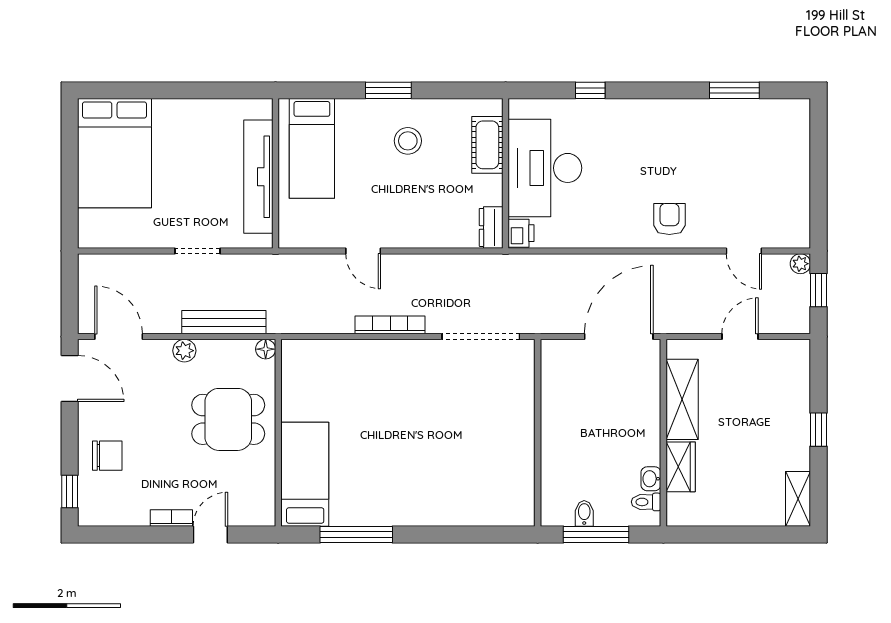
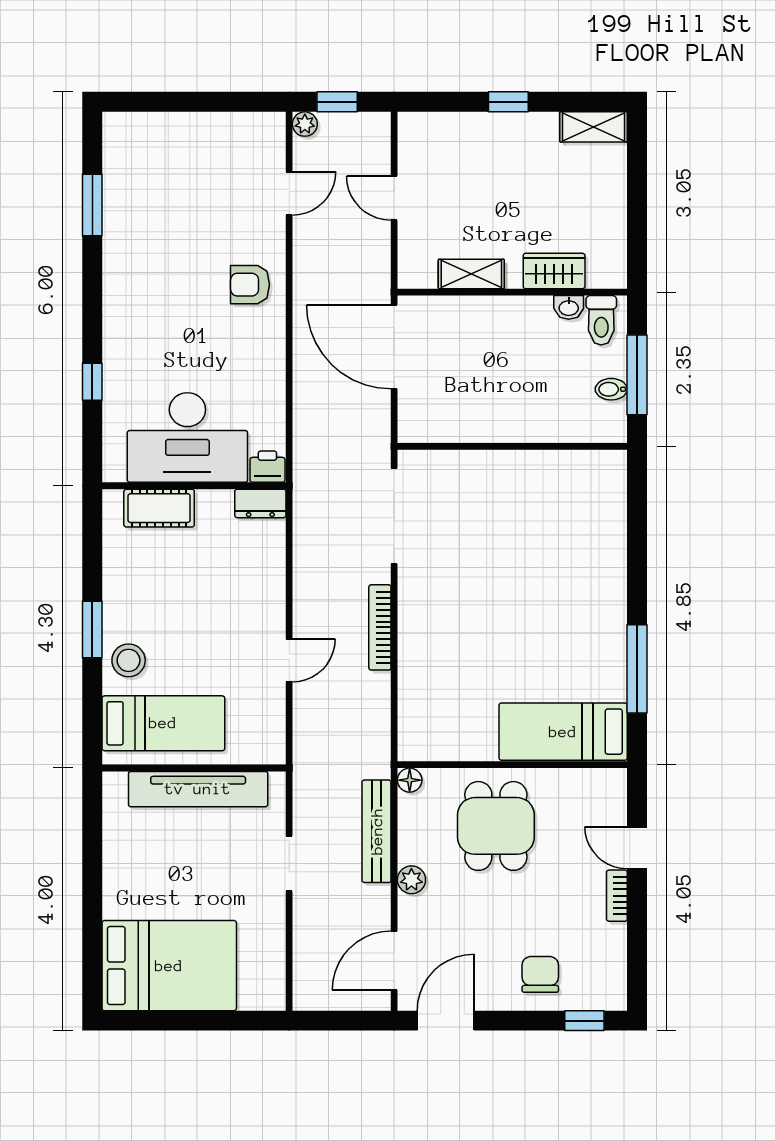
stool: (408, 141) -> (129, 660), moved
shelving: (682, 399) -> (471, 274), width x0.67, depth x0.75
toilet: (646, 502) -> (601, 320), width x1.37, depth x1.39

